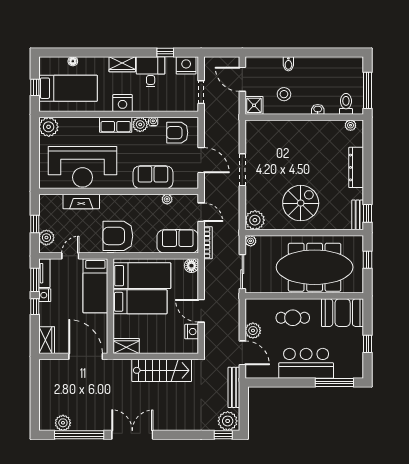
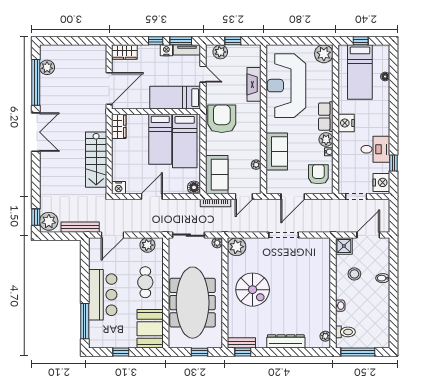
wardrobe: (122, 64) -> (382, 123), removed
plant: (253, 331) -> (147, 245), moved
nightstand: (192, 332) -> (119, 188), moved

